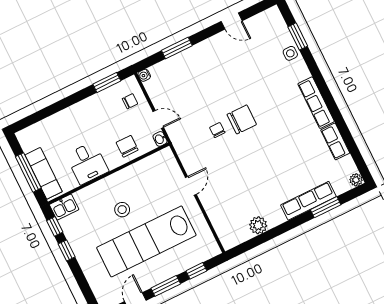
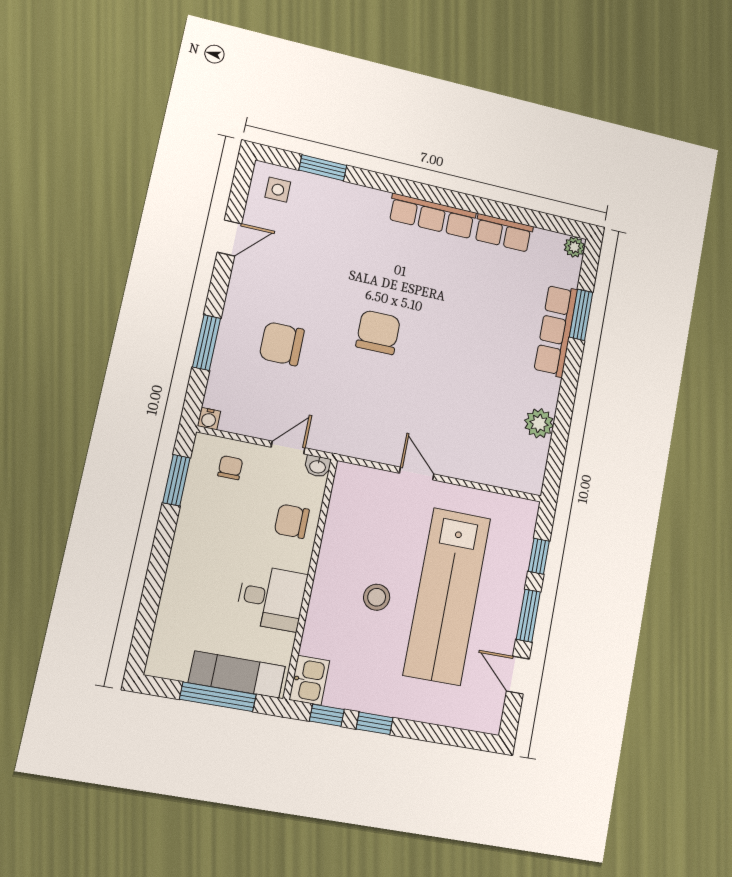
side table: (290, 53) -> (278, 190), moved
chair: (217, 130) -> (282, 344), moved, width x1.87, depth x1.87

